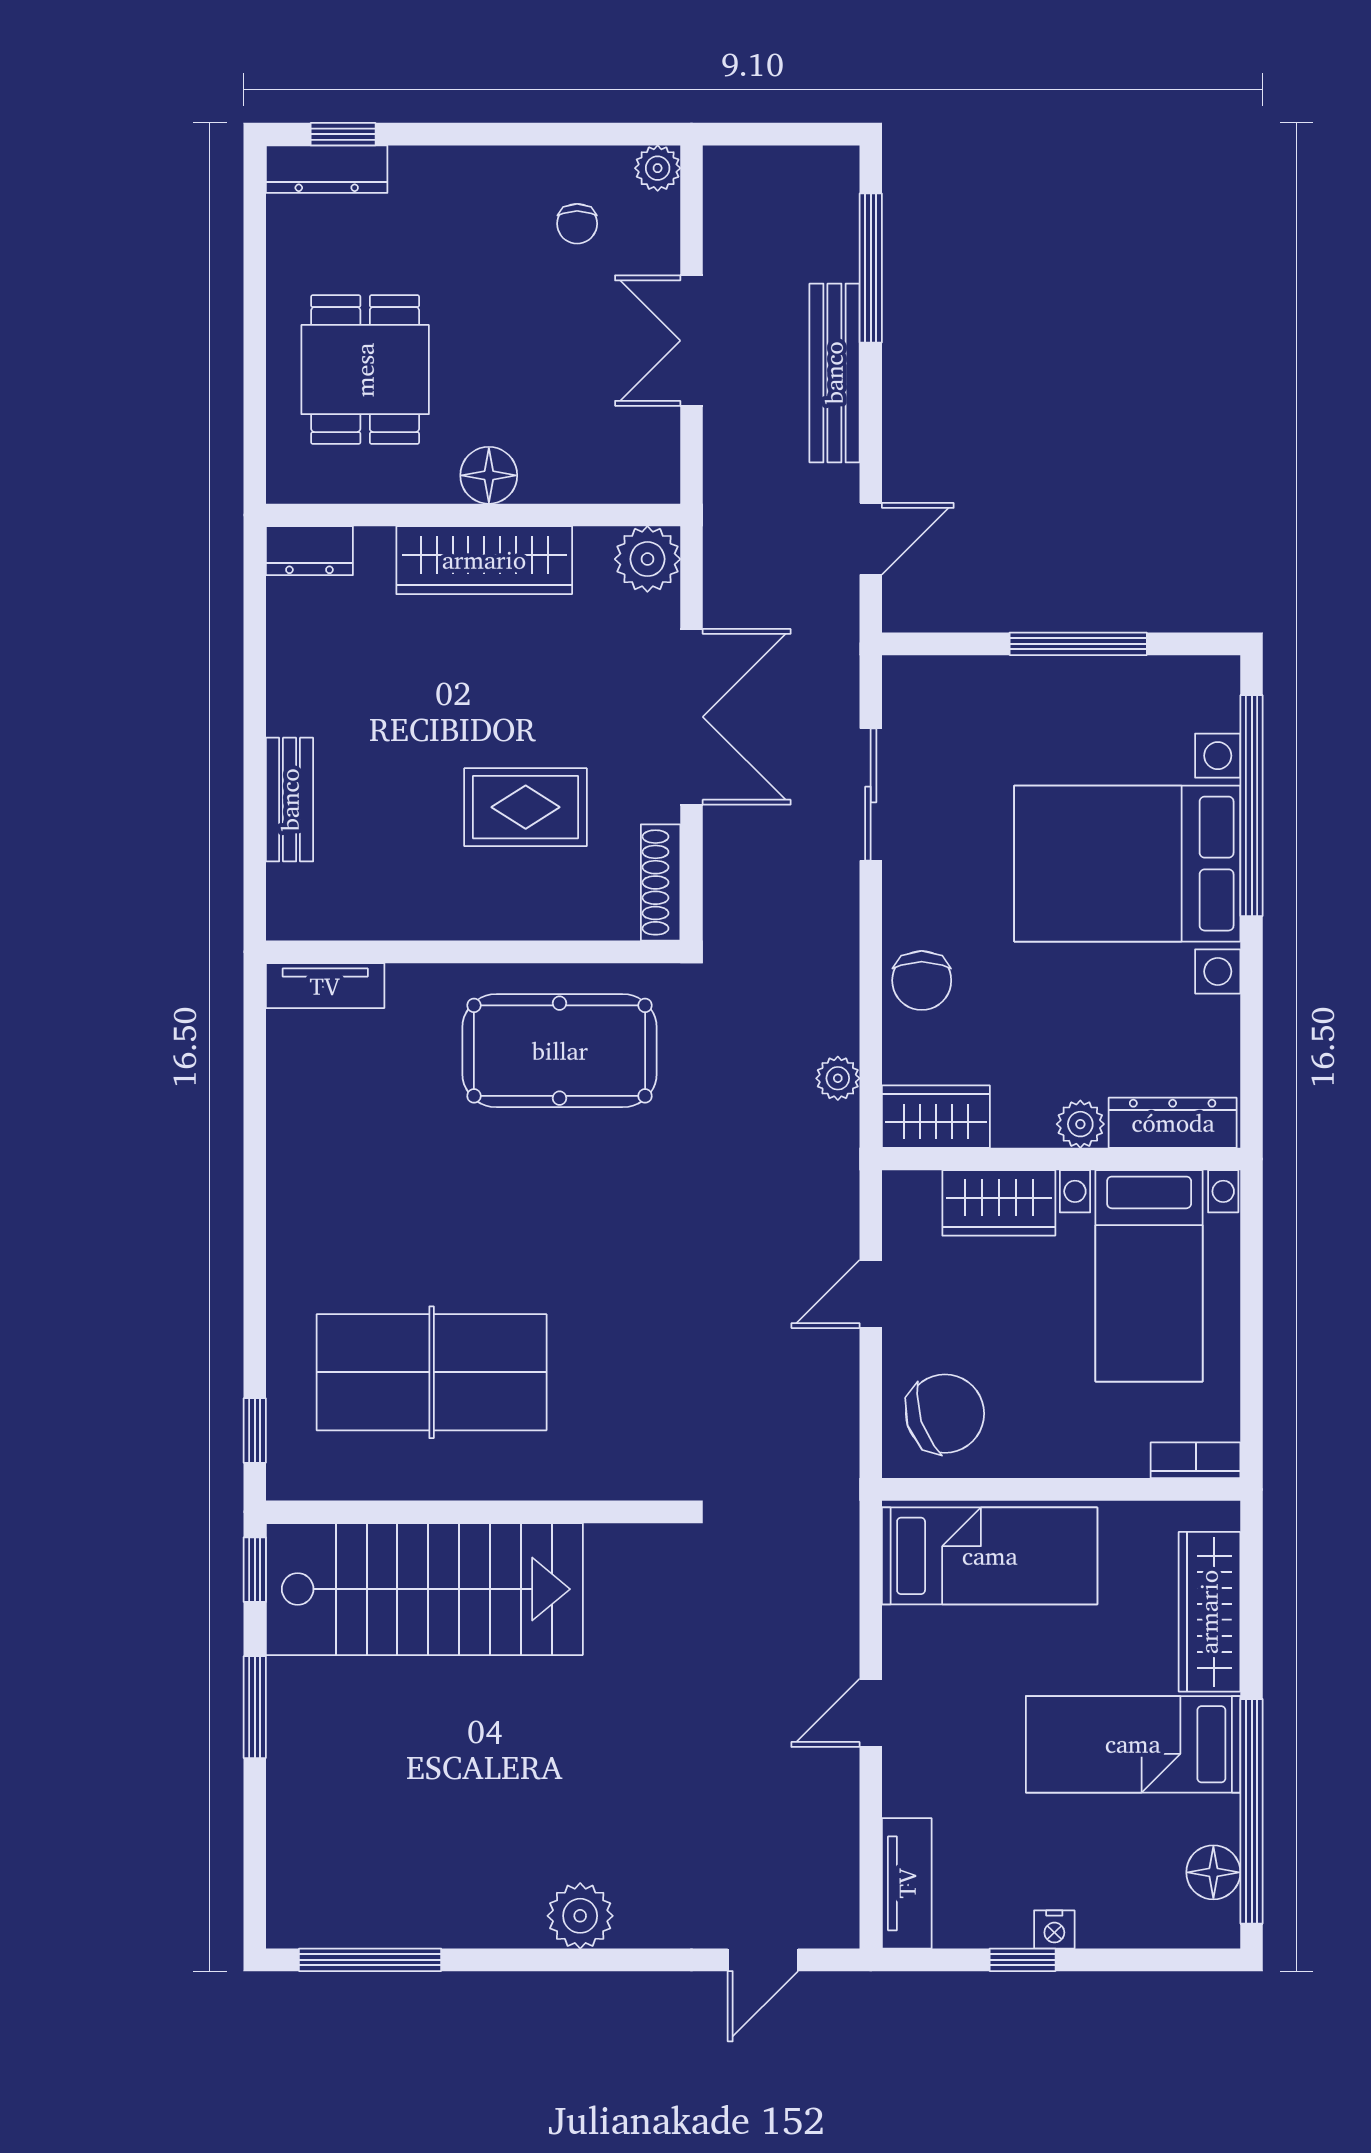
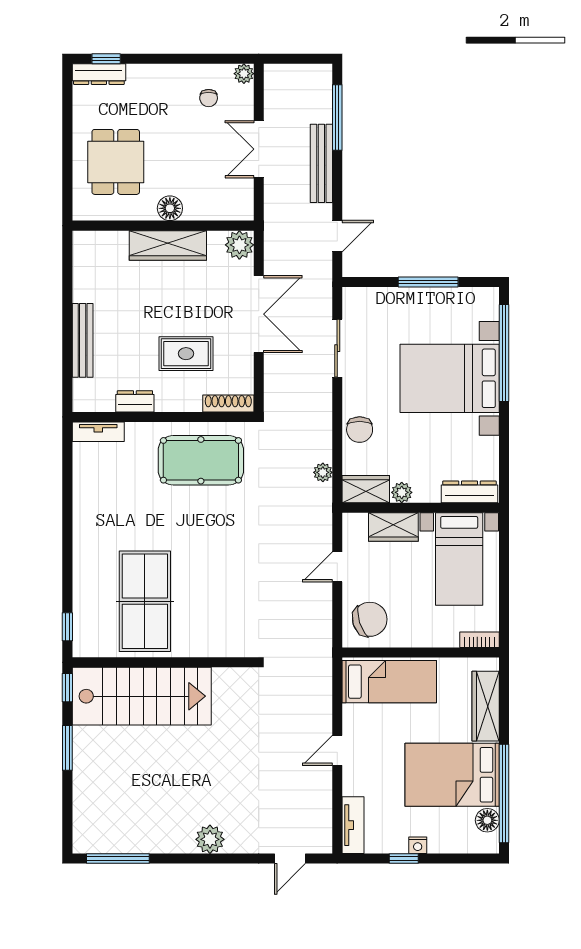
dresser: (309, 551) -> (135, 401), moved, turned 180
bench: (290, 800) -> (83, 340), width x1.36
shoe rack: (661, 882) -> (228, 403), moved, turned 90
plant: (1080, 1124) -> (402, 492), moved
table tennis table: (432, 1372) -> (145, 601), turned 90
bed: (1133, 1744) -> (452, 775), width x1.50

